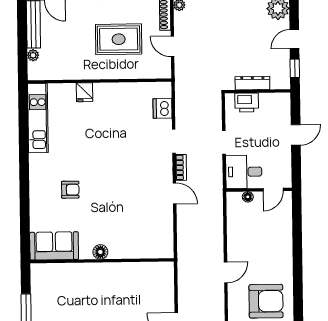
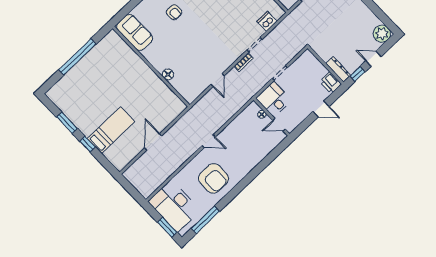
dresser: (252, 83) -> (338, 69), moved
printer: (247, 103) -> (331, 83), moved
door: (175, 193) -> (218, 80), moved
floor lamp: (100, 252) -> (168, 74), moved

